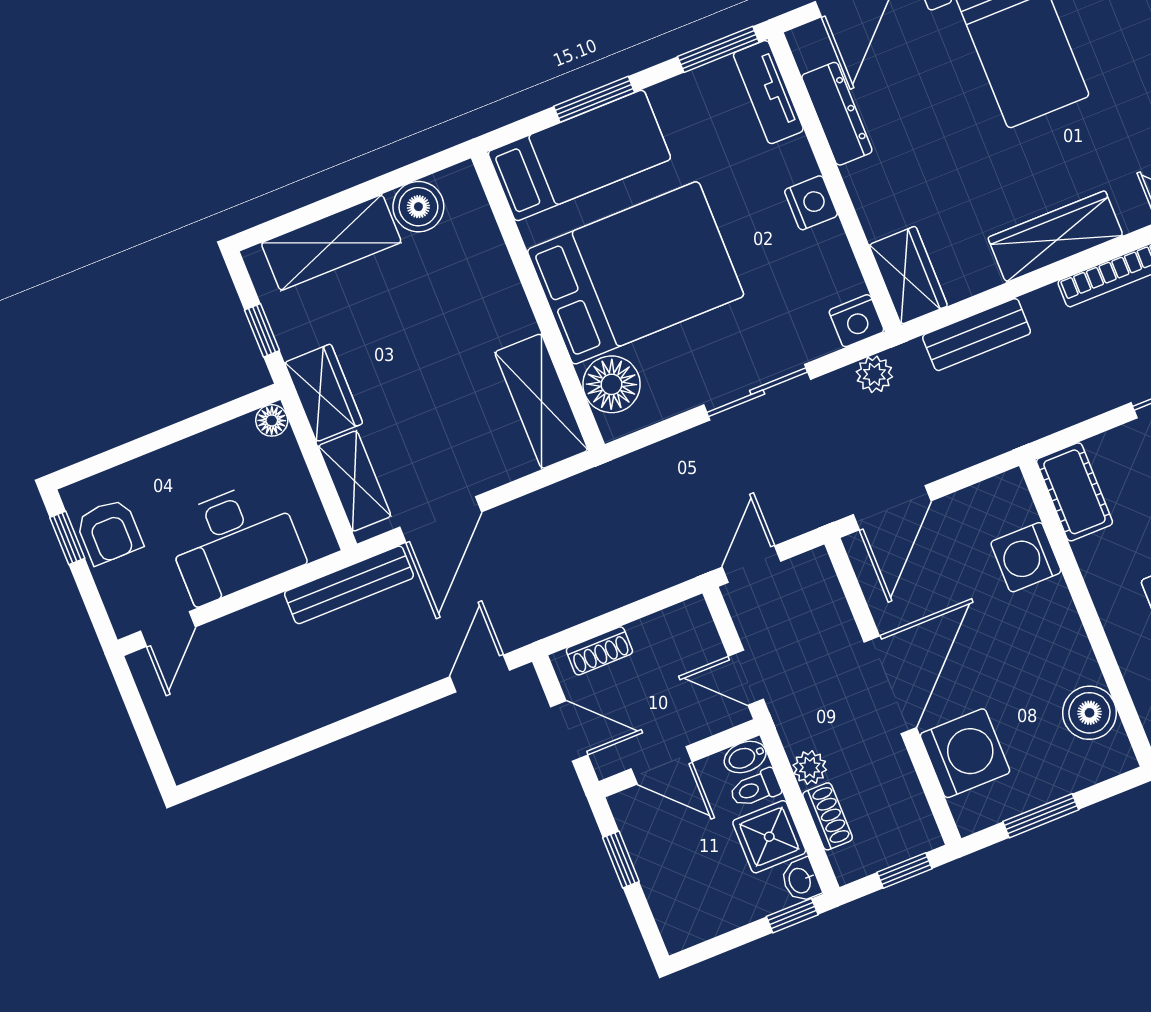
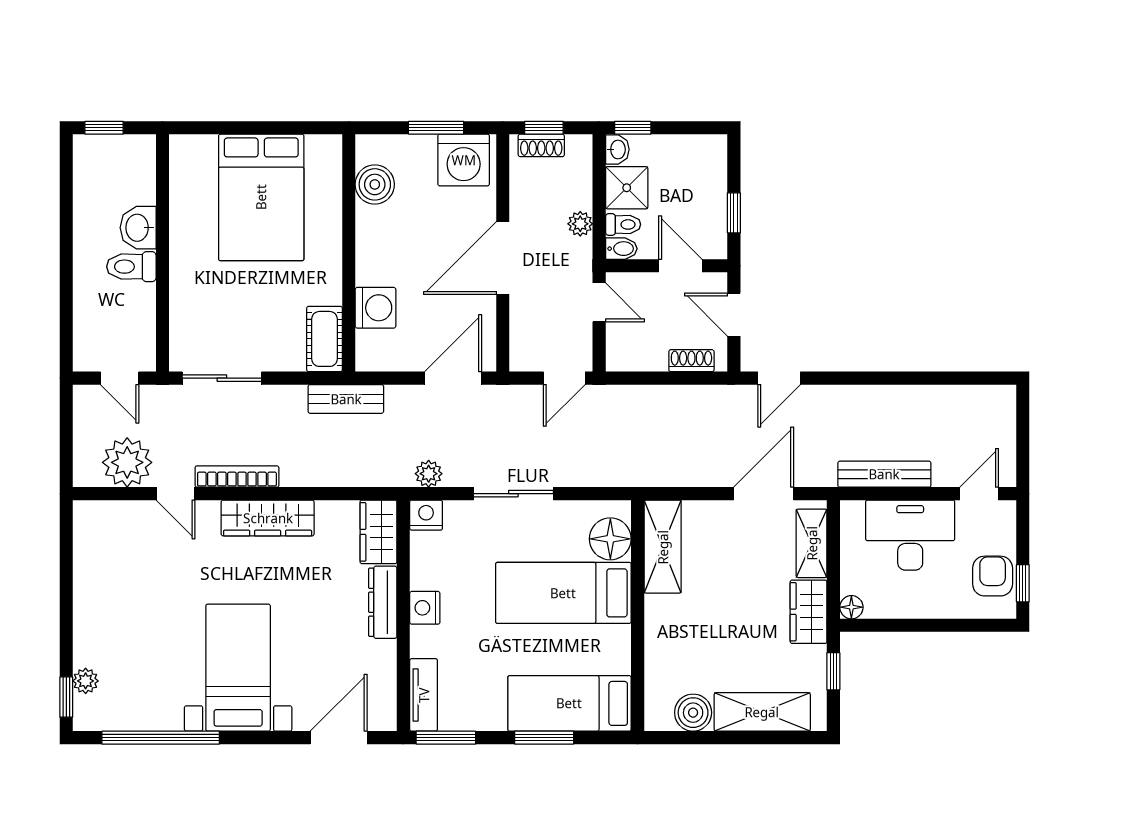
dresser: (837, 114) -> (383, 602), moved
bed: (636, 273) -> (563, 593), width x0.67
bench: (977, 335) -> (346, 399), moved
bench: (349, 585) -> (884, 474), moved
washing machine: (965, 753) -> (464, 160), moved, turned -90
shoe rack: (828, 816) -> (541, 145), moved, turned -90

